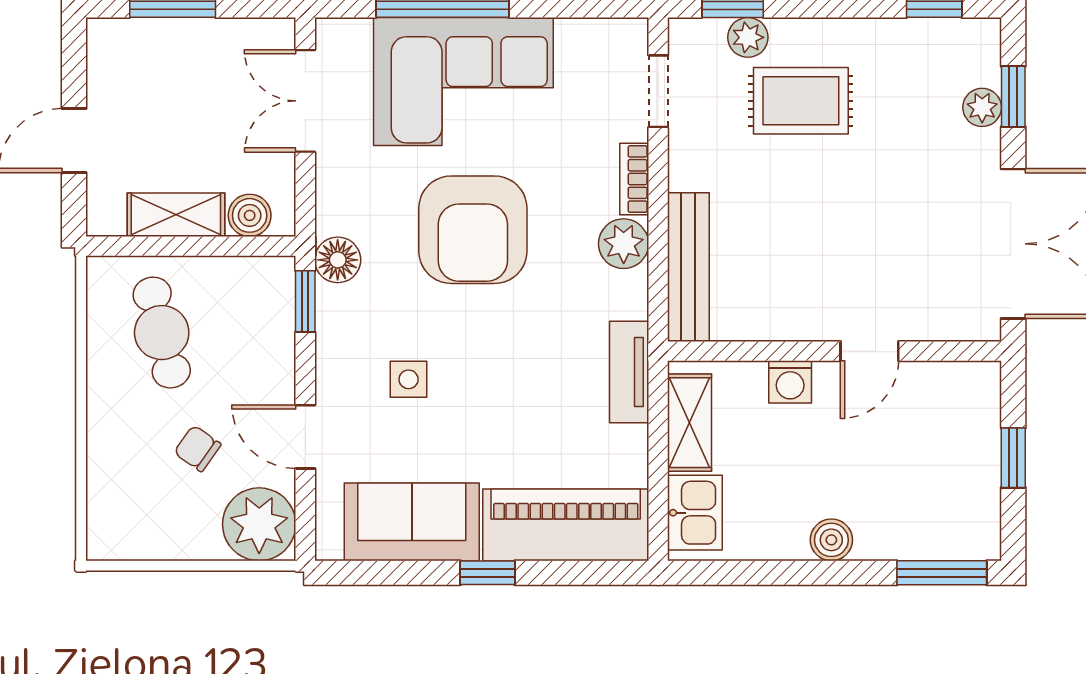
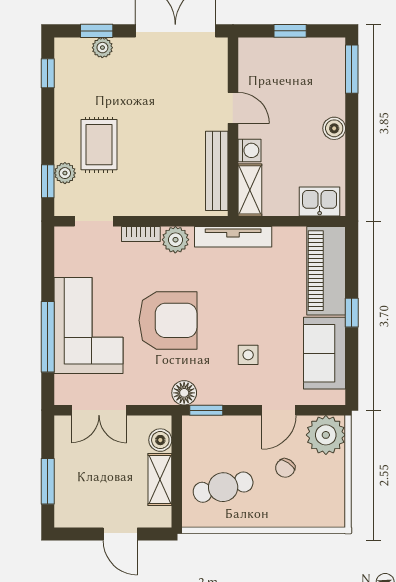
bench: (688, 267) -> (217, 171), moved, turned 90
tv unit: (629, 372) -> (233, 237), width x1.41
shelving: (690, 423) -> (250, 190), moved, turned 90

